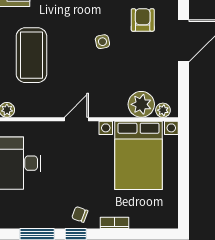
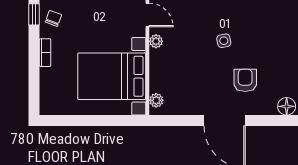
armchair: (143, 20) -> (245, 80), turned -90
plant: (141, 104) -> (156, 41), moved, width x0.53, depth x0.53

